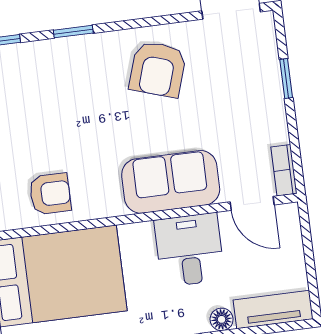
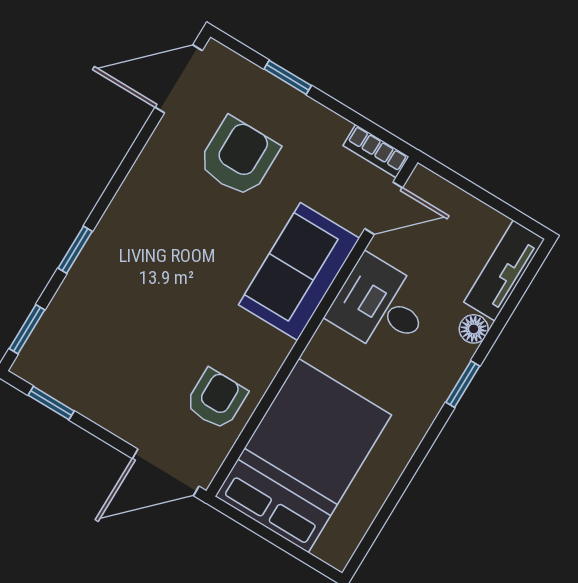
armchair: (158, 69) -> (239, 157), moved, turned -108

